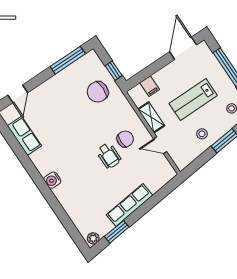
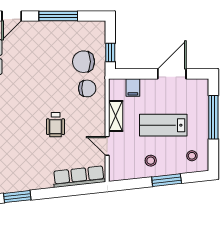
door: (183, 48) -> (172, 74), moved
window: (68, 60) -> (58, 16), moved
chair: (125, 139) -> (87, 88), moved
row of seats: (129, 205) -> (79, 177), moved

